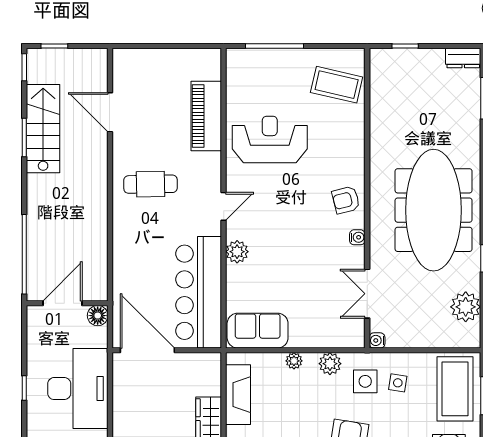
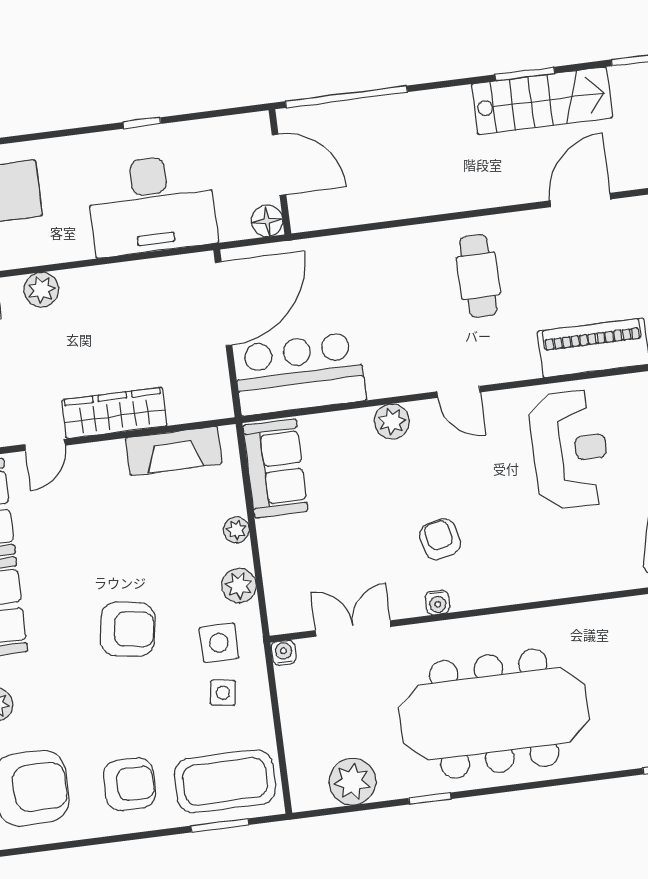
armchair: (346, 200) -> (440, 539), moved
bar counter: (199, 292) -> (300, 374), width x0.73

